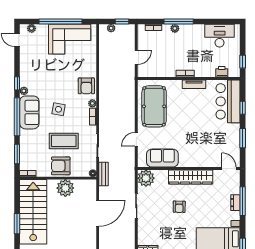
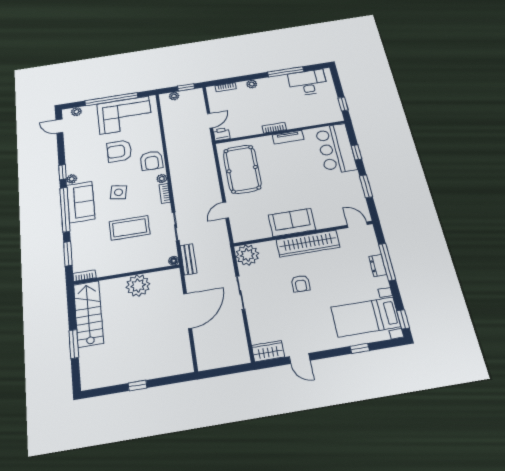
window: (179, 21) -> (286, 72), moved
printer: (222, 72) -> (222, 134), moved
sofa: (162, 158) -> (292, 222), moved
armchair: (61, 166) -> (119, 151), moved
stairs: (33, 212) -> (88, 314), width x0.73, depth x0.66

